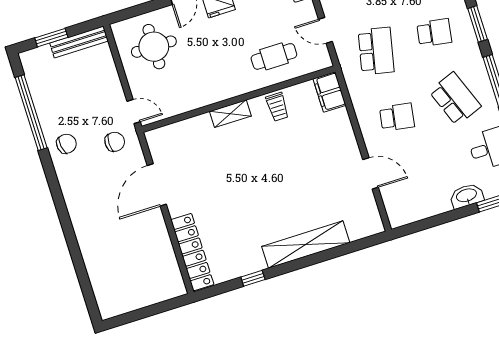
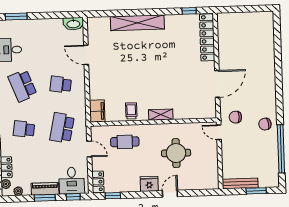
round table: (154, 47) -> (176, 153), moved
washbasin: (467, 196) -> (73, 24), moved
window: (253, 278) -> (189, 11), moved

